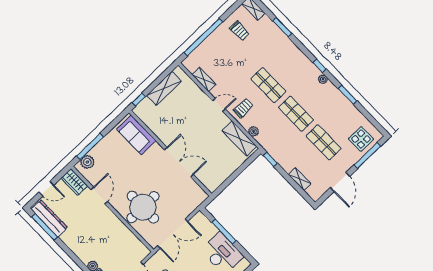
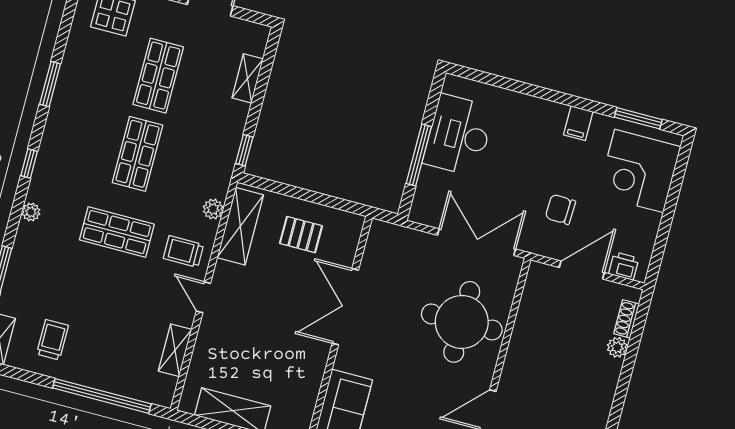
plant: (323, 79) -> (31, 212), moved
shop shelf: (268, 85) -> (117, 232), turned 90
pallet: (220, 162) -> (301, 235), added

